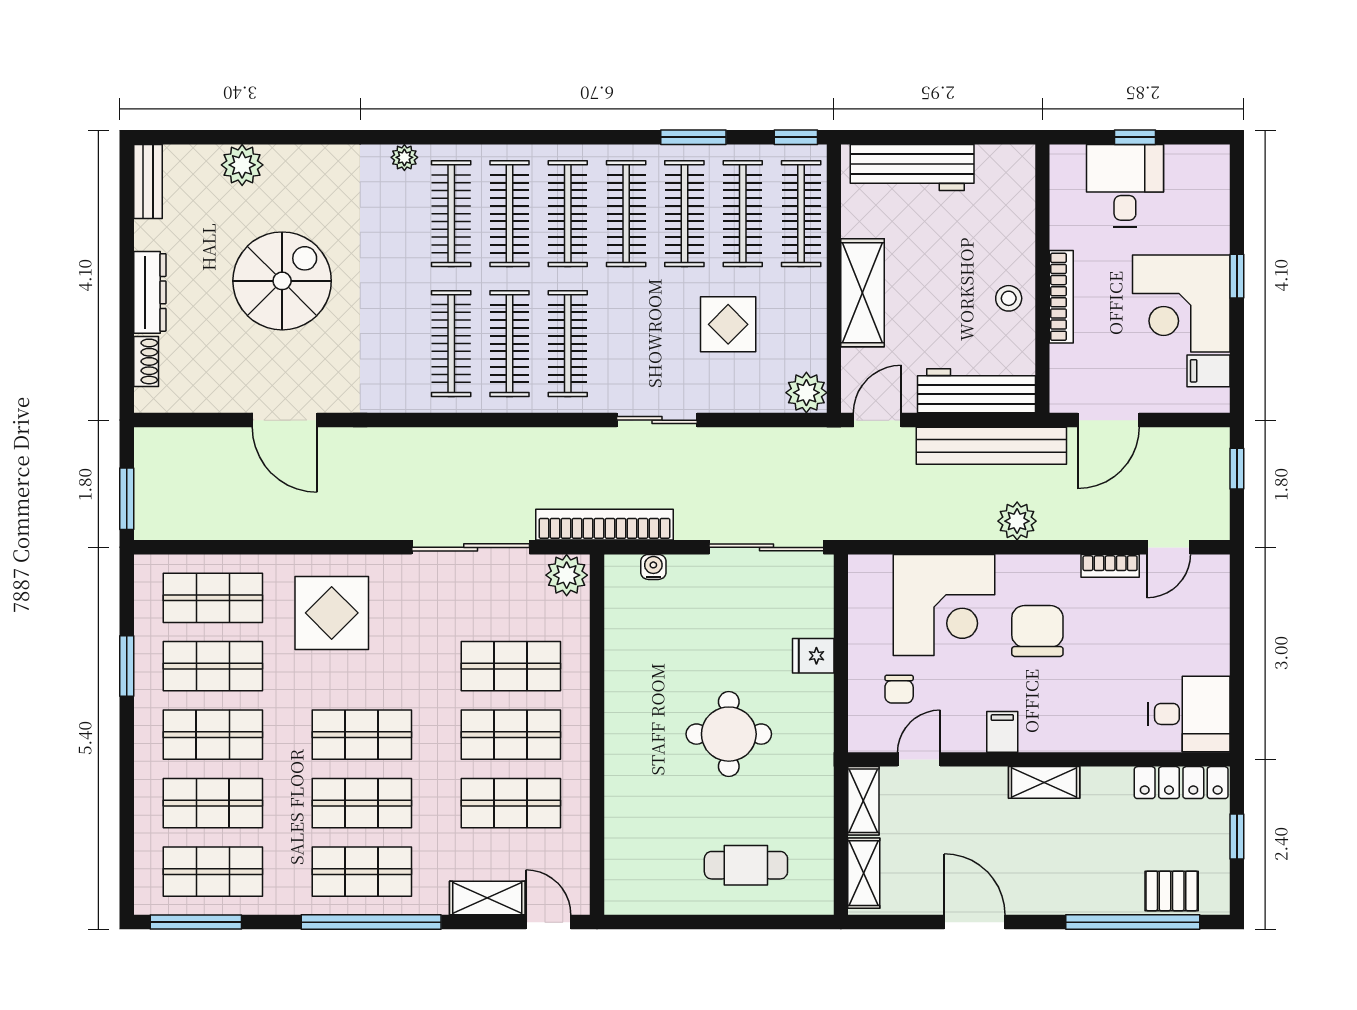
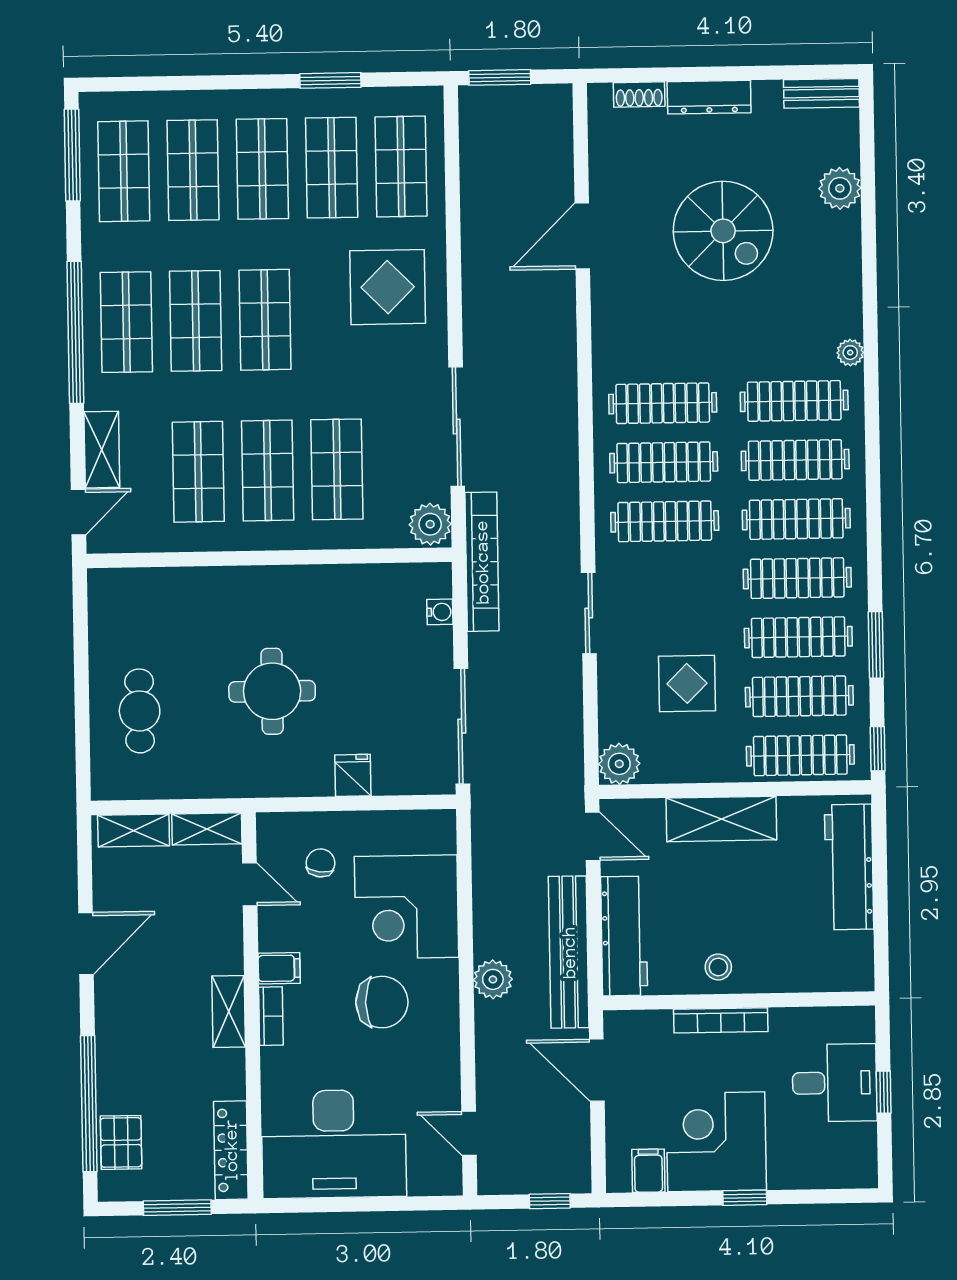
bookcase: (1110, 566) -> (271, 1016), moved, turned 180
chair: (899, 689) -> (321, 863), turned 98
desk: (1189, 714) -> (334, 1144), width x1.87, depth x1.30
window: (1237, 837) -> (177, 1208), width x1.50

